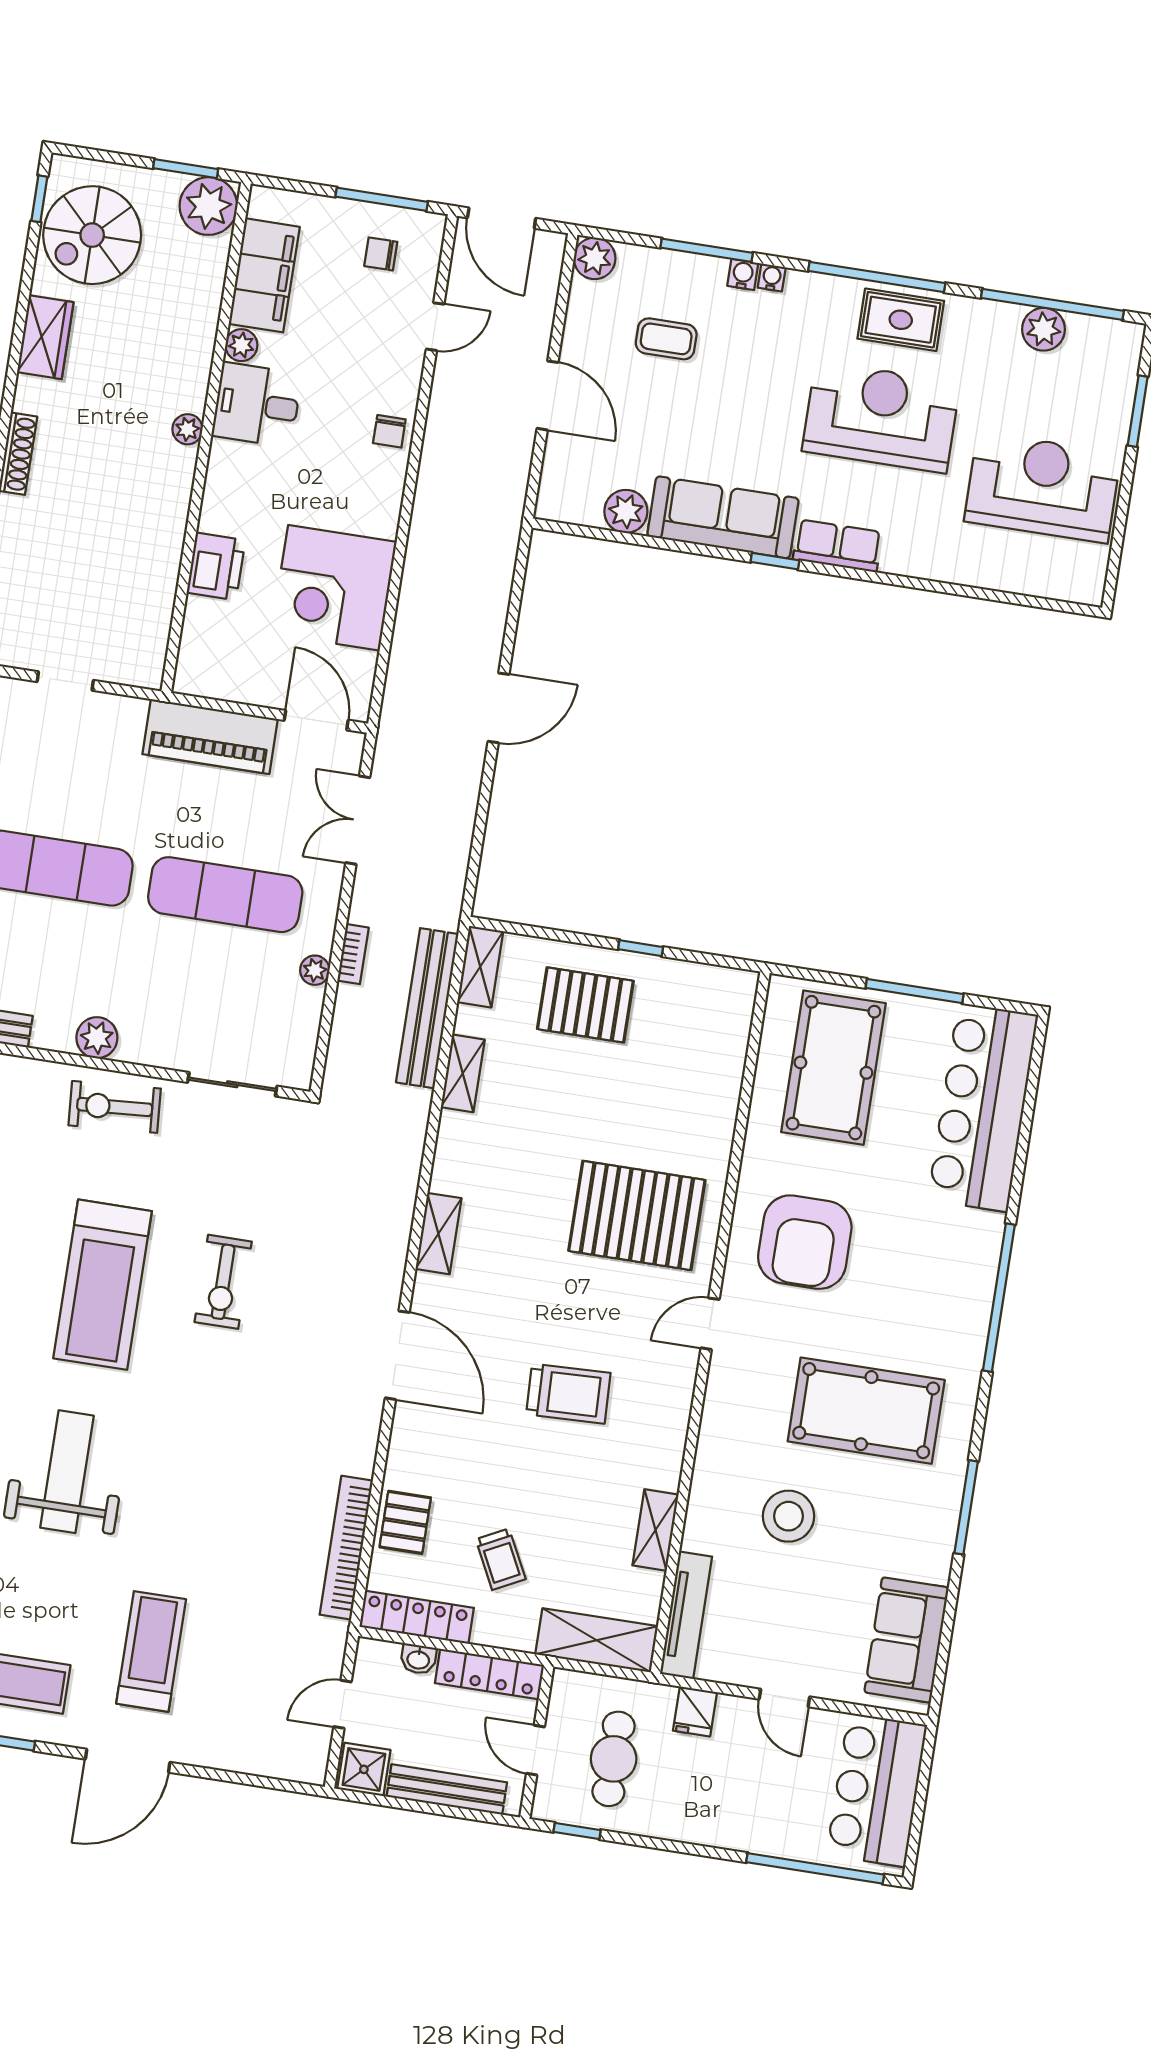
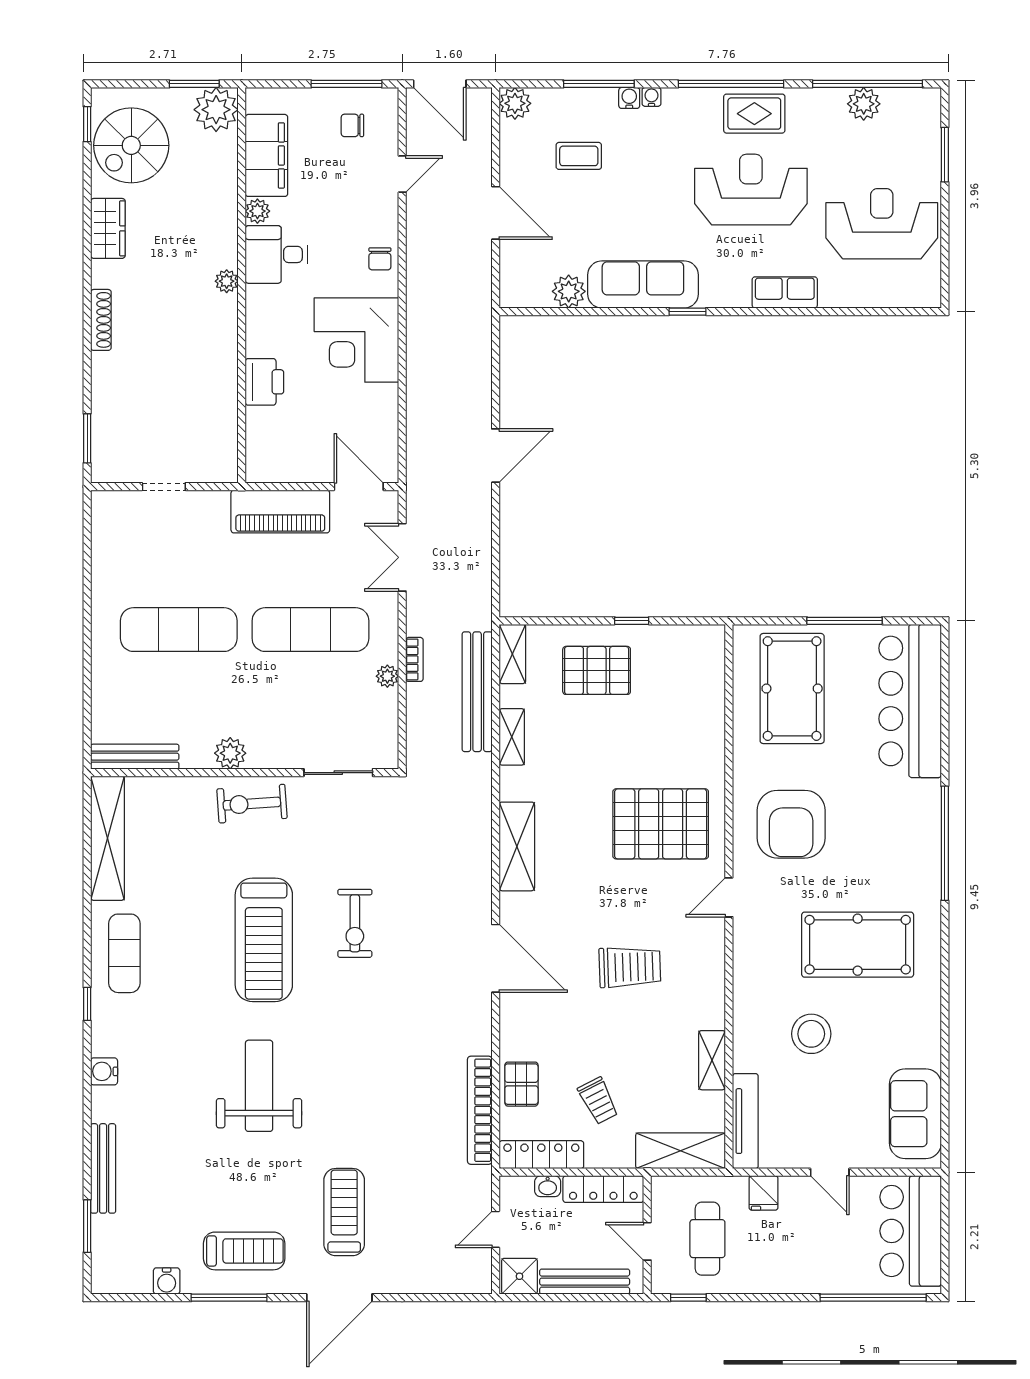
row of seats: (838, 546) -> (785, 292), moved
corner desk: (334, 588) -> (356, 340), moved
shelving: (438, 1234) -> (517, 846), width x1.50, depth x1.33
window: (966, 1507) -> (945, 1006), removed

